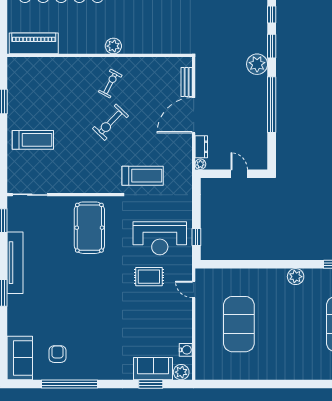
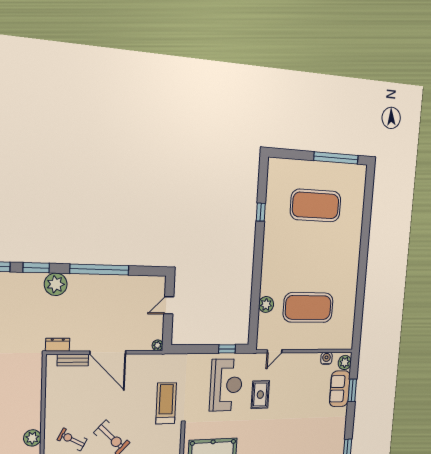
dresser: (201, 147) -> (58, 345), moved
plant: (296, 277) -> (266, 304), moved

